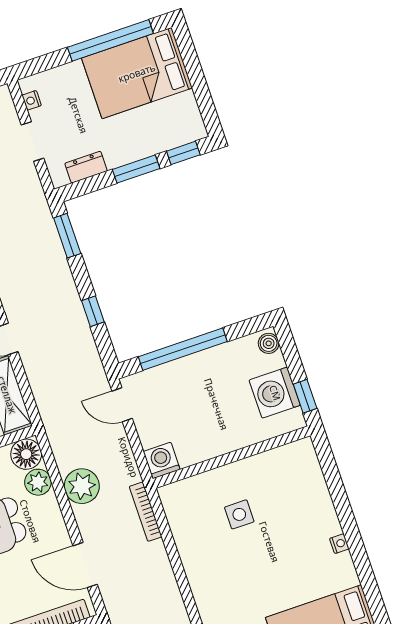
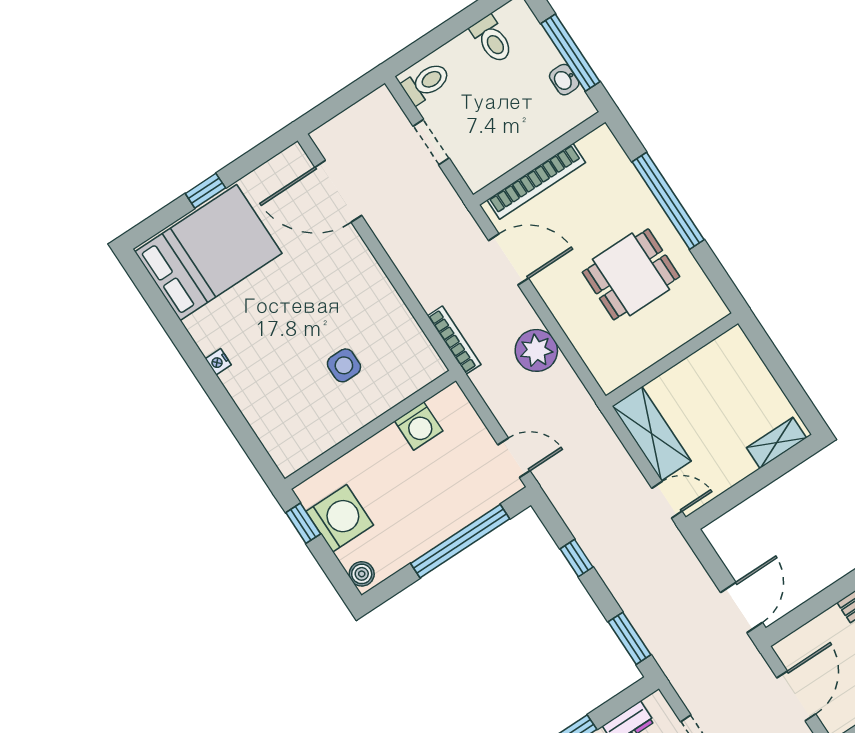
floor lamp: (26, 454) -> (611, 371), removed
washing machine: (162, 460) -> (419, 426), moved
plant: (38, 482) -> (589, 342), removed

